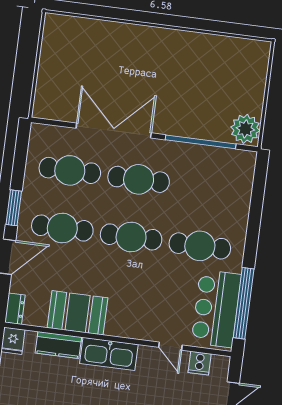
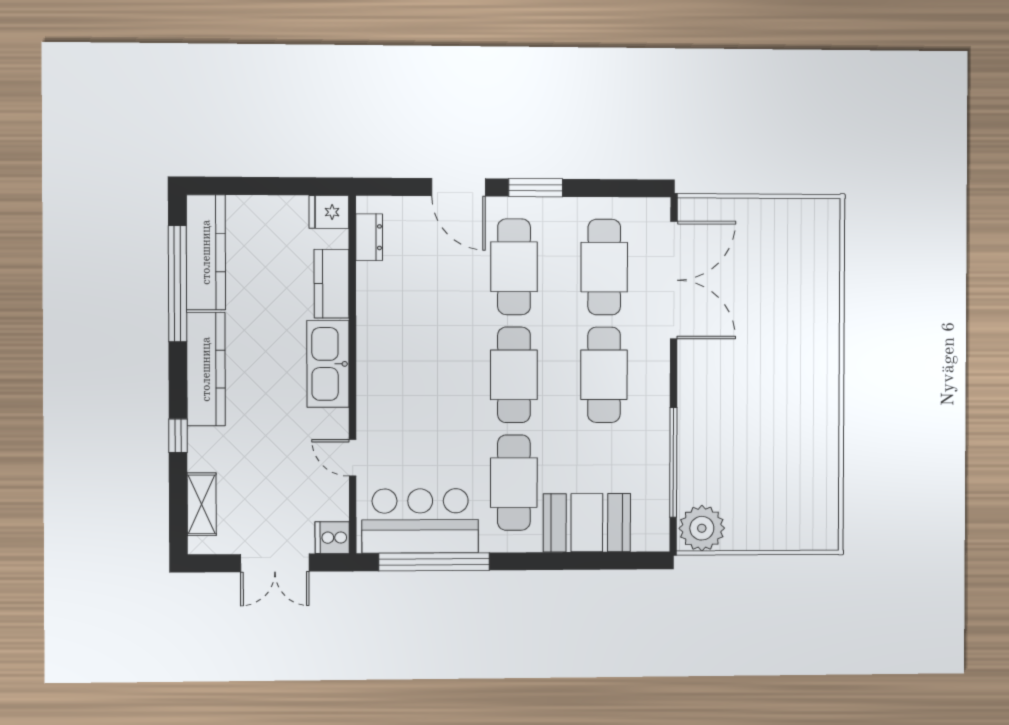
double door: (114, 131) -> (674, 280), moved
dresser: (15, 309) -> (369, 237), moved, turned -90
booth: (78, 313) -> (587, 523), moved, turned 90
door: (170, 346) -> (353, 458), hinge flipped
cooker: (200, 363) -> (332, 538), moved

